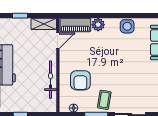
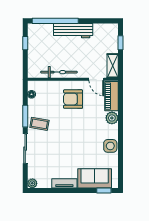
armchair: (80, 80) -> (73, 99), moved

